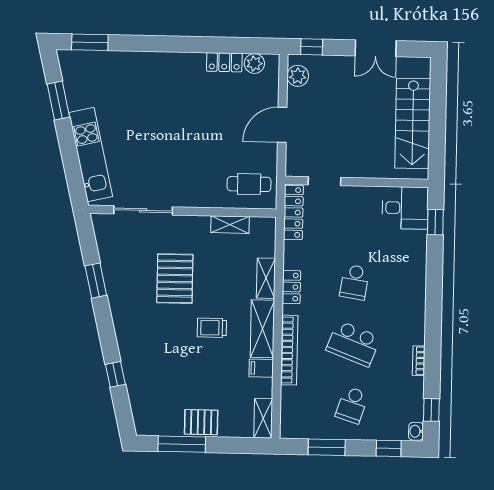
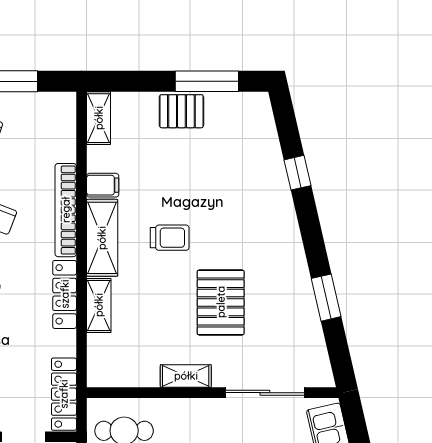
shelving: (230, 225) -> (186, 376), moved
locker: (291, 287) -> (65, 294), width x1.53

